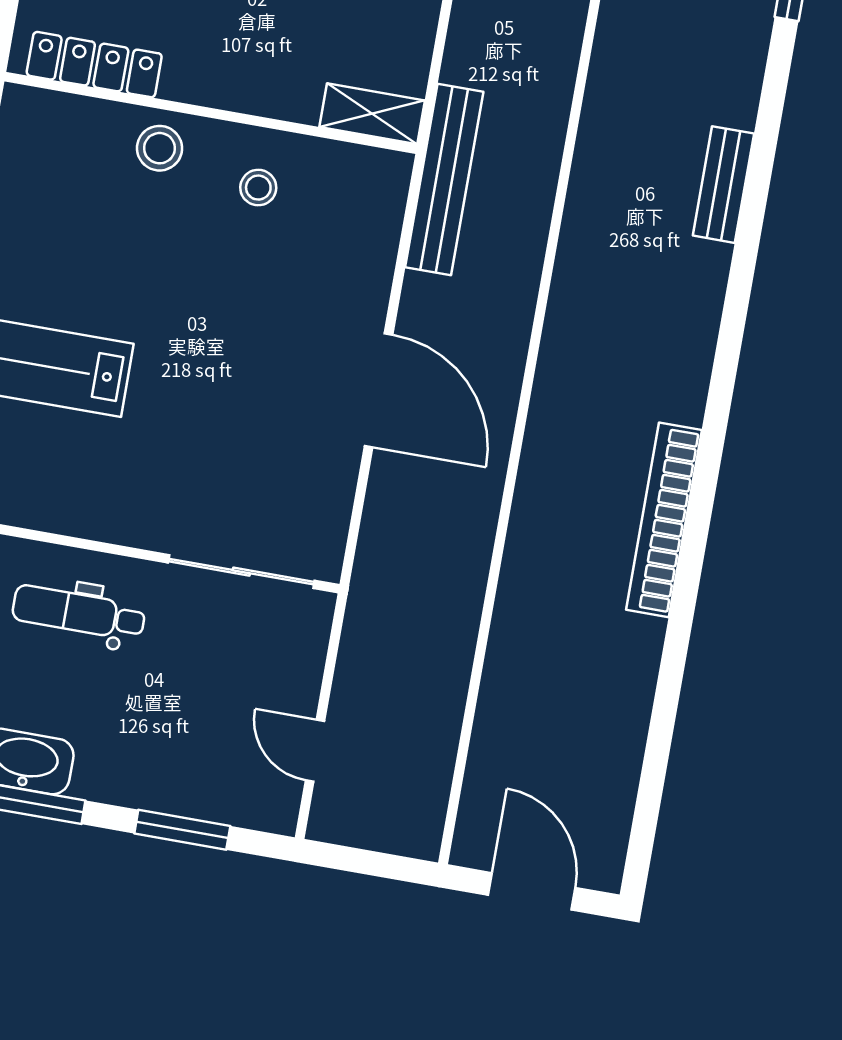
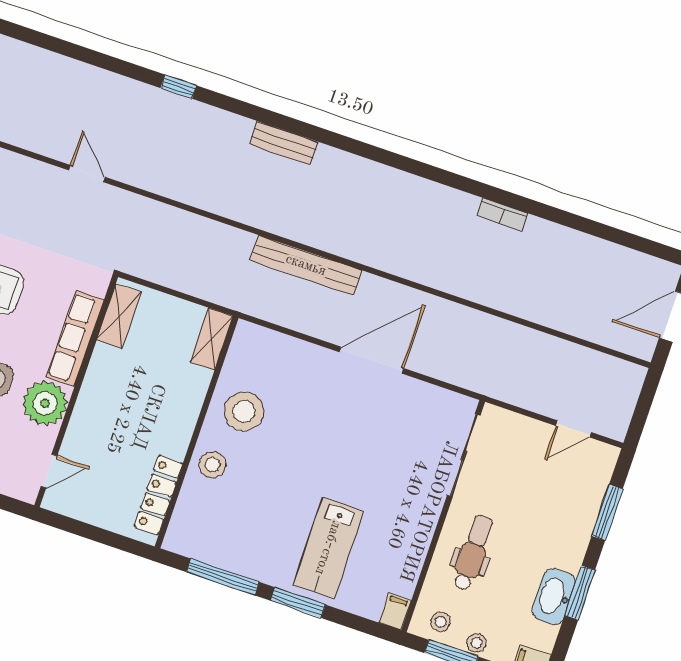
bench: (444, 179) -> (306, 265), moved
stool: (258, 188) -> (244, 411), width x1.89, depth x1.89
bookcase: (664, 520) -> (502, 215), width x0.43, depth x0.76
dental chair: (79, 613) -> (473, 553), turned 180

